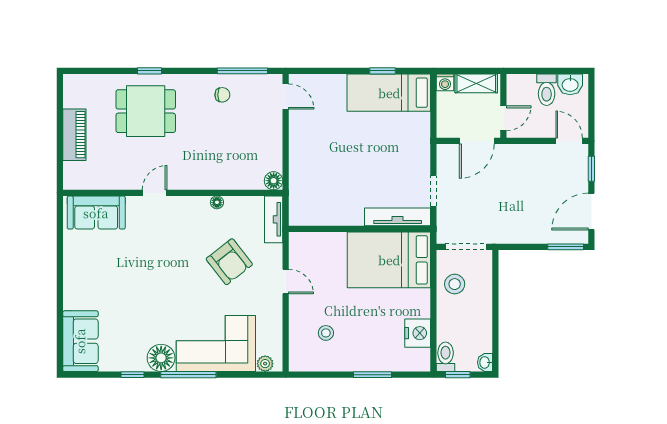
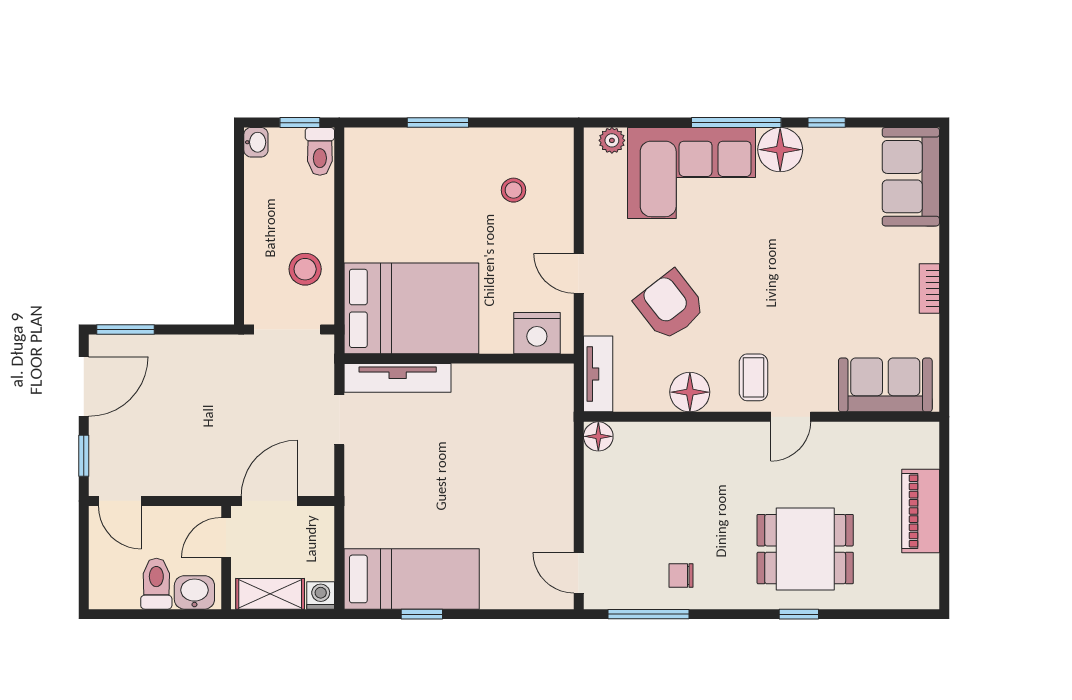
washbasin: (570, 84) -> (194, 592), moved
floor lamp: (217, 202) -> (690, 392), width x1.89, depth x1.89
coffee table: (178, 217) -> (753, 377), added
bookcase: (69, 272) -> (929, 288), added
nightstand: (418, 333) -> (537, 333), moved, turned -90

